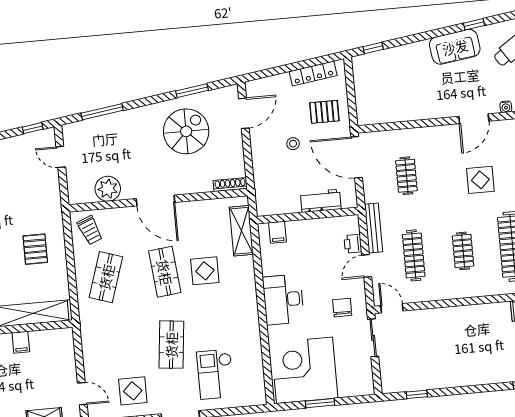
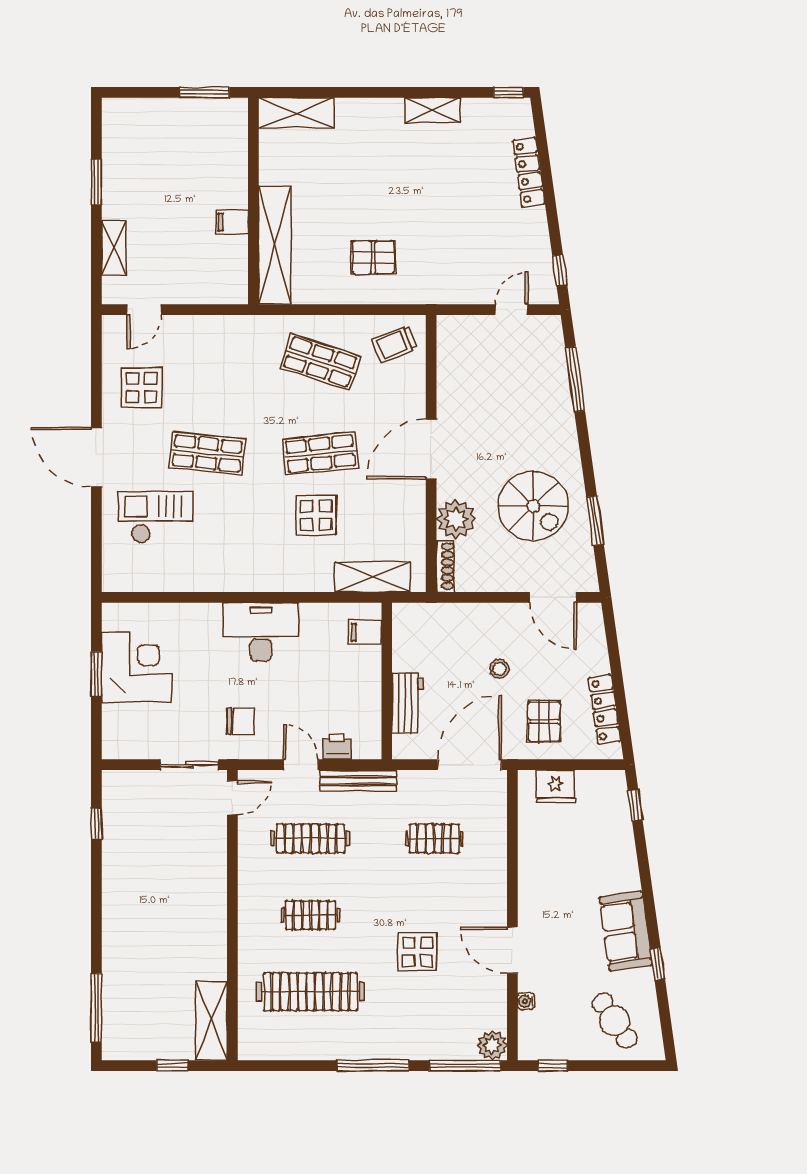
fridge: (366, 100) -> (556, 786), added
plant: (108, 189) -> (456, 519), moved
corner desk: (304, 370) -> (137, 667), width x0.74, depth x0.74

